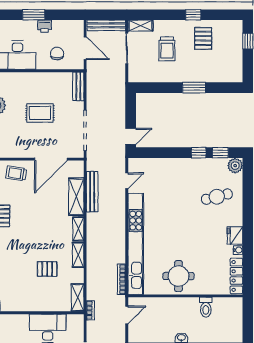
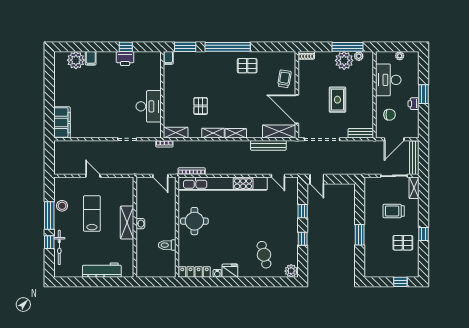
window: (220, 153) -> (303, 211), moved
shelving: (76, 197) -> (279, 131), moved

